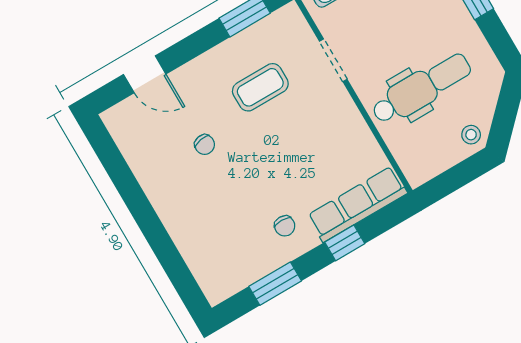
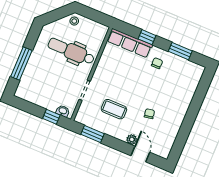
plant: (182, 79) -> (132, 139), added

